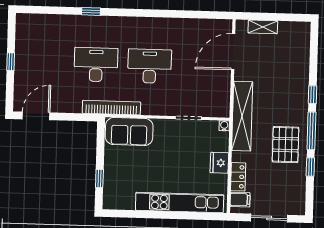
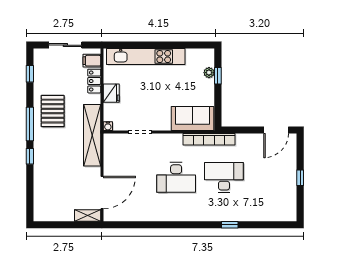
shelving: (263, 27) -> (88, 215), moved
desk: (96, 65) -> (224, 177), turned 180
window: (310, 167) -> (30, 74), moved
plant: (109, 182) -> (209, 73), added

